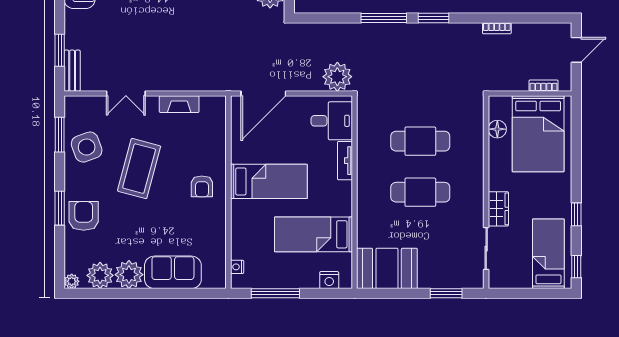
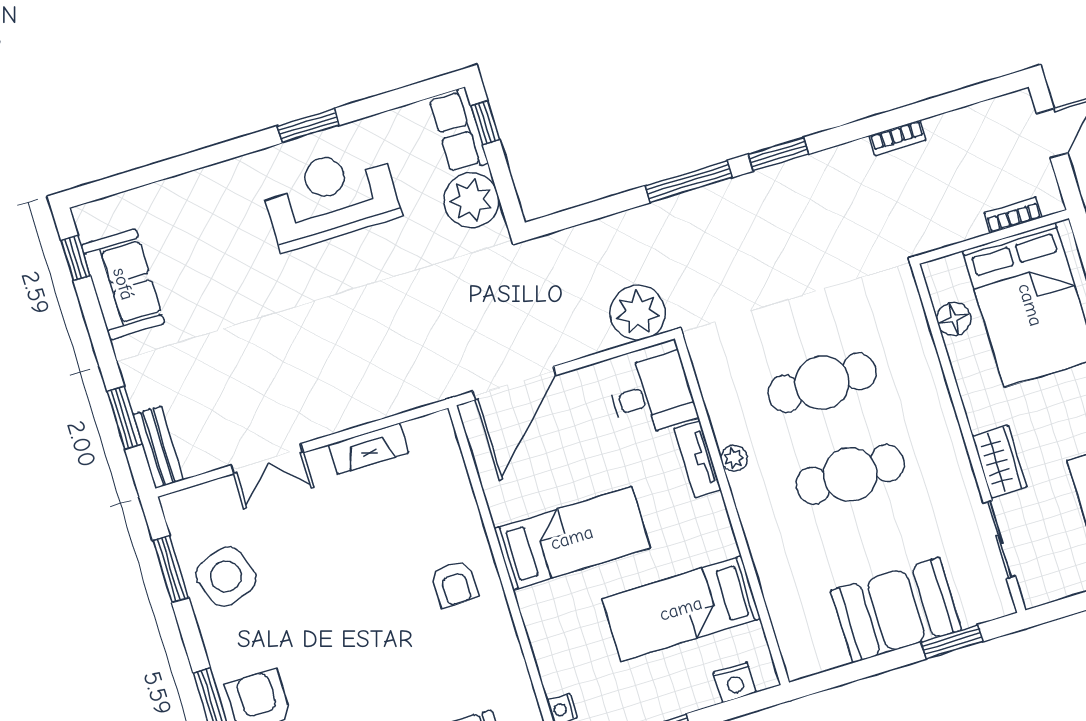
plant: (364, 166) -> (734, 458), added
coffee table: (139, 169) -> (332, 586), removed
booth: (387, 268) -> (896, 610), moved

